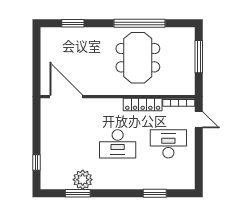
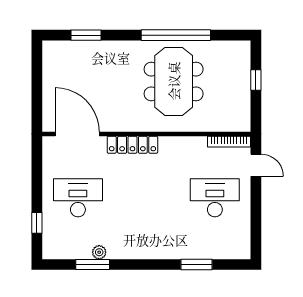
window: (199, 57) -> (256, 80), width x0.46
locker: (143, 105) -> (132, 145), moved
desk: (118, 144) -> (78, 198), moved, turned 180
plant: (83, 180) -> (99, 252), width x0.53, depth x0.53

